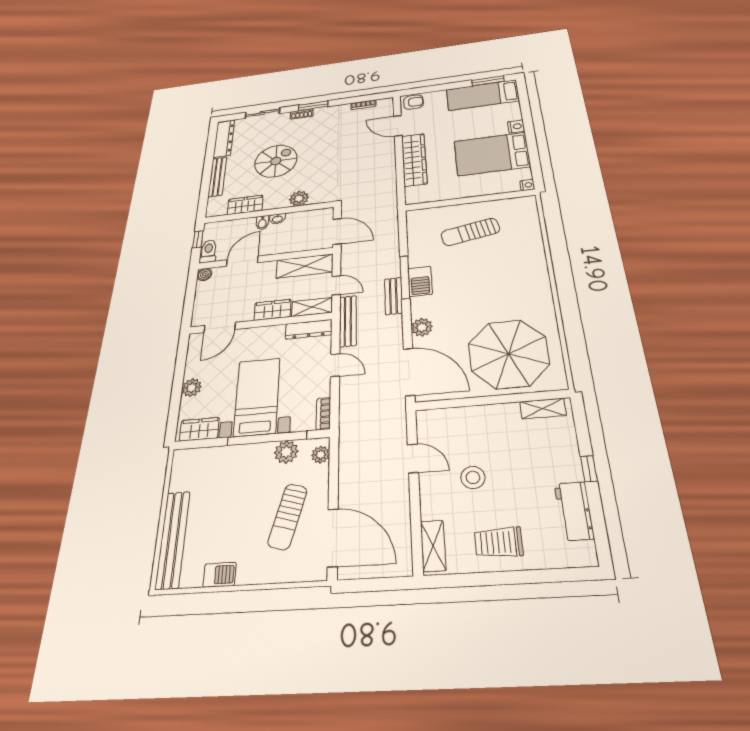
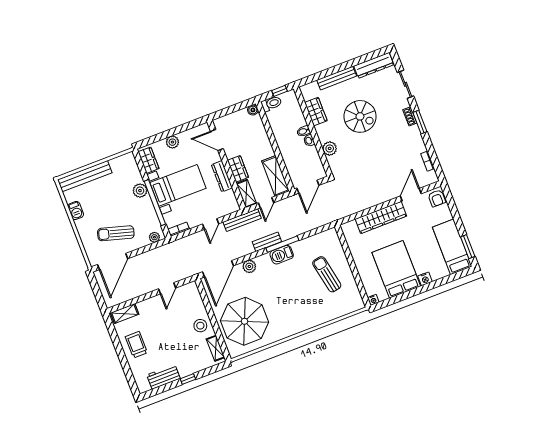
door: (242, 261) -> (269, 131), removed
dresser: (309, 329) -> (222, 176), moved
plant: (286, 452) -> (140, 191), moved
stool: (473, 477) -> (200, 326), moved

